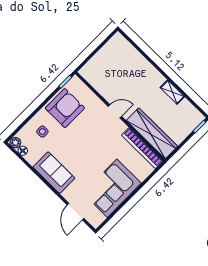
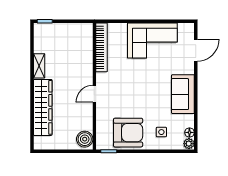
boiler: (90, 73) -> (85, 139), added
armchair: (65, 108) -> (128, 133), turned 180
door: (115, 111) -> (94, 94), hinge flipped
wardrobe: (152, 133) -> (43, 107), moved, turned 180

